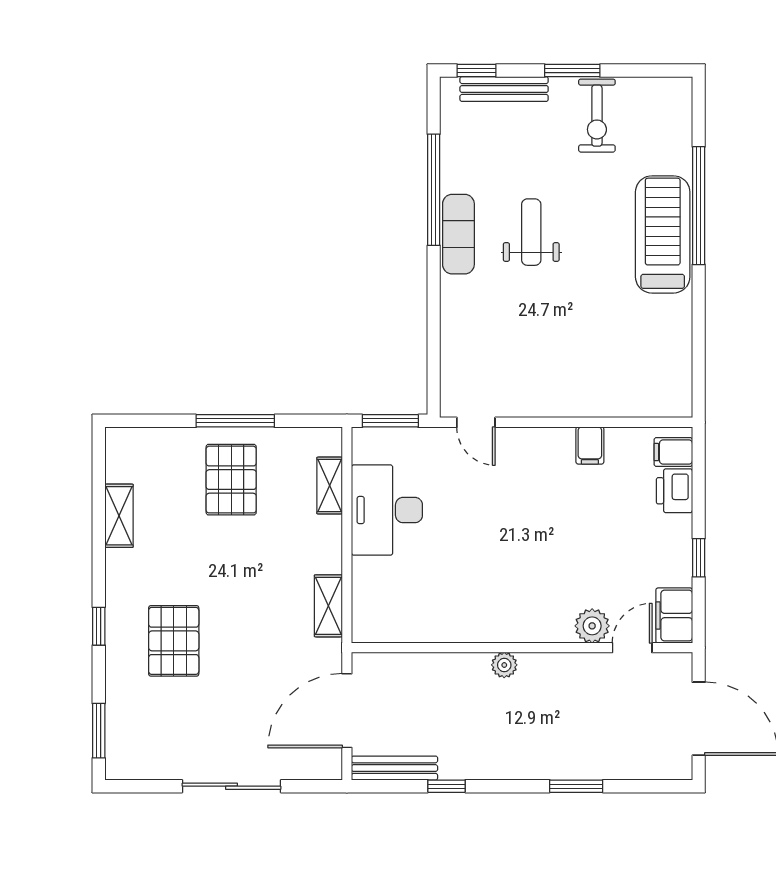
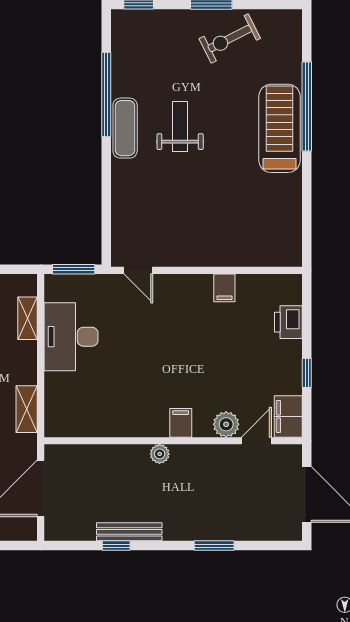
bench: (504, 89) -> (160, 18), removed
exercise bike: (597, 116) -> (230, 38), turned 63
filing cabinet: (673, 452) -> (181, 423), moved, turned 90
bench: (395, 768) -> (129, 532), moved

